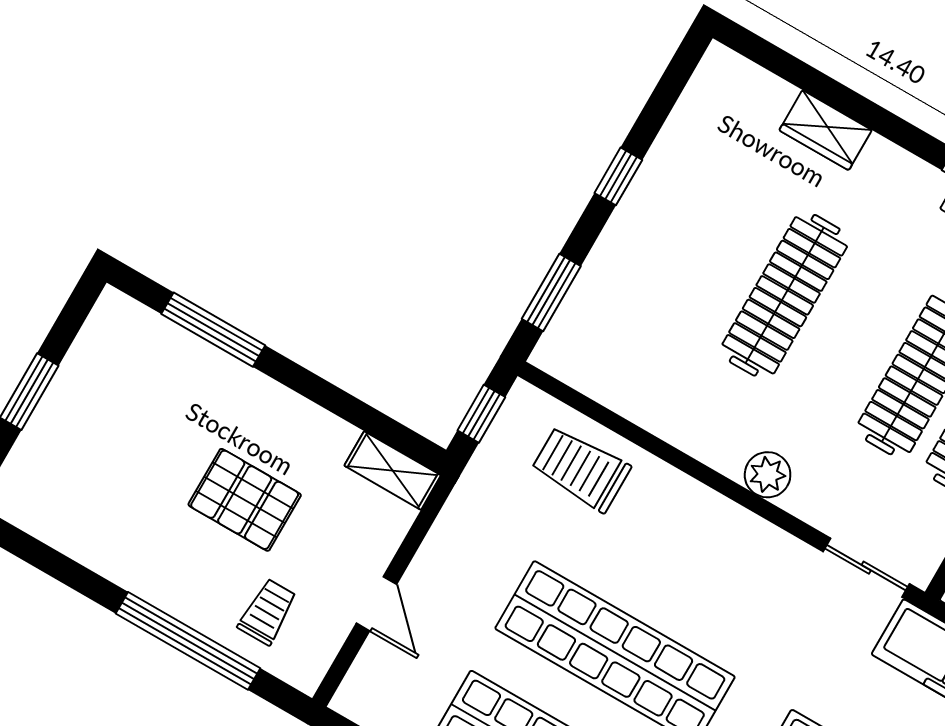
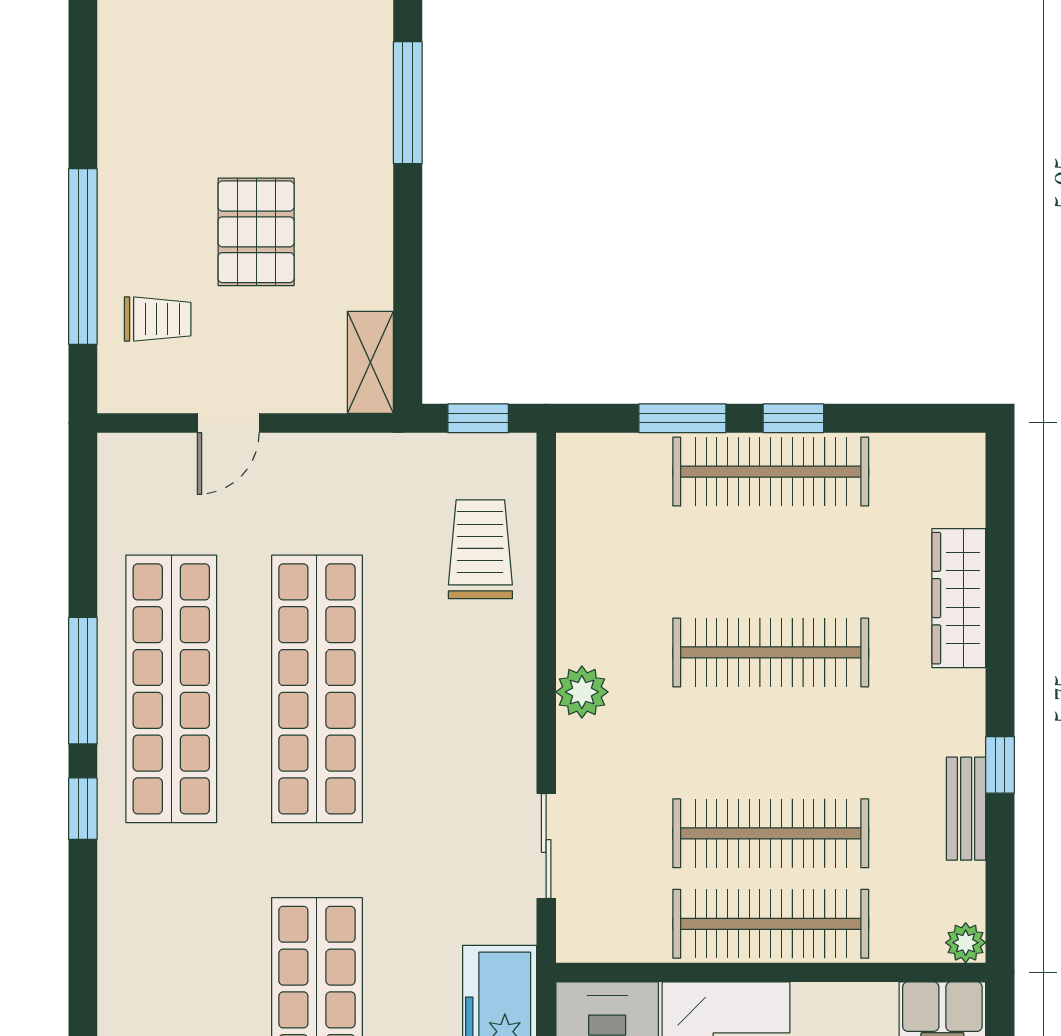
wardrobe: (826, 130) -> (959, 598), width x1.50
clothes rail: (649, 217) -> (771, 472), added
window: (551, 293) -> (682, 418), moved
plant: (768, 475) -> (582, 692), moved
sliding door: (866, 568) -> (546, 846), moved

